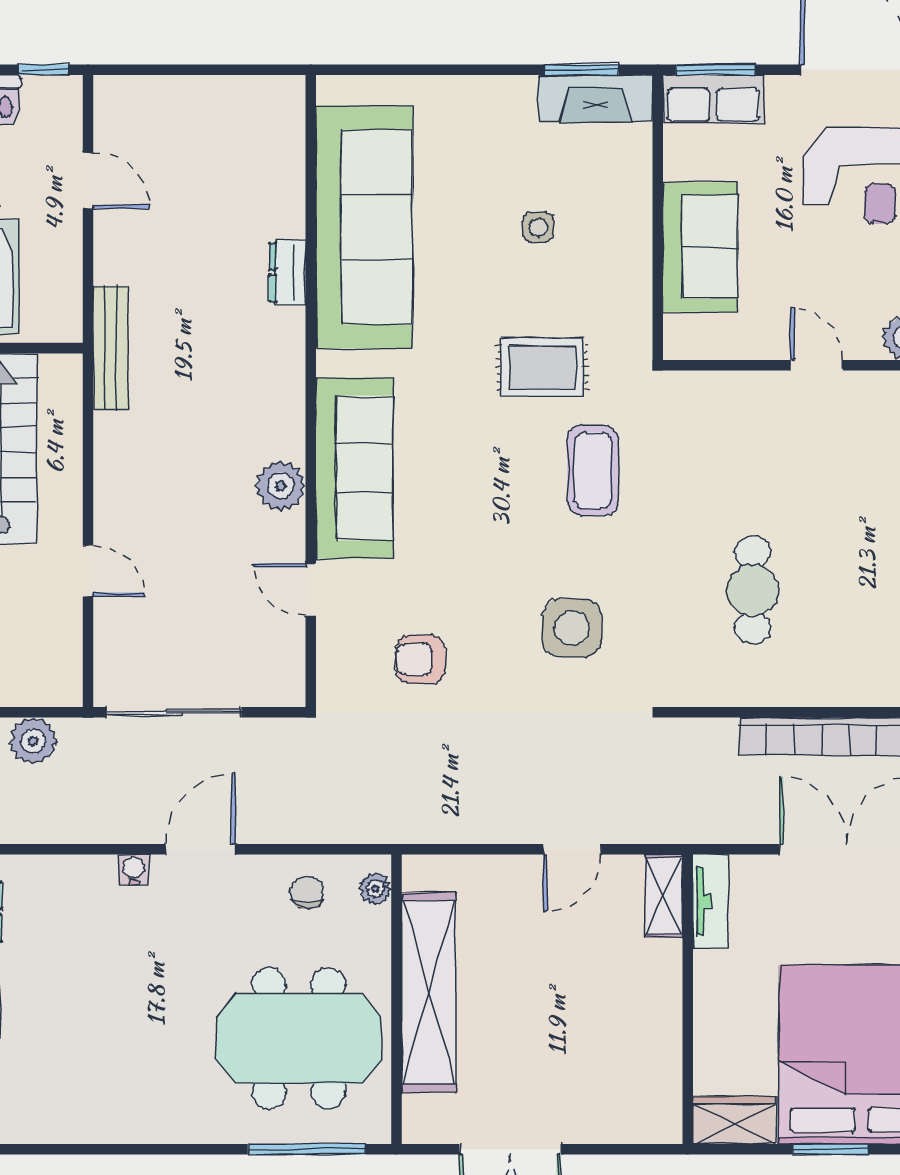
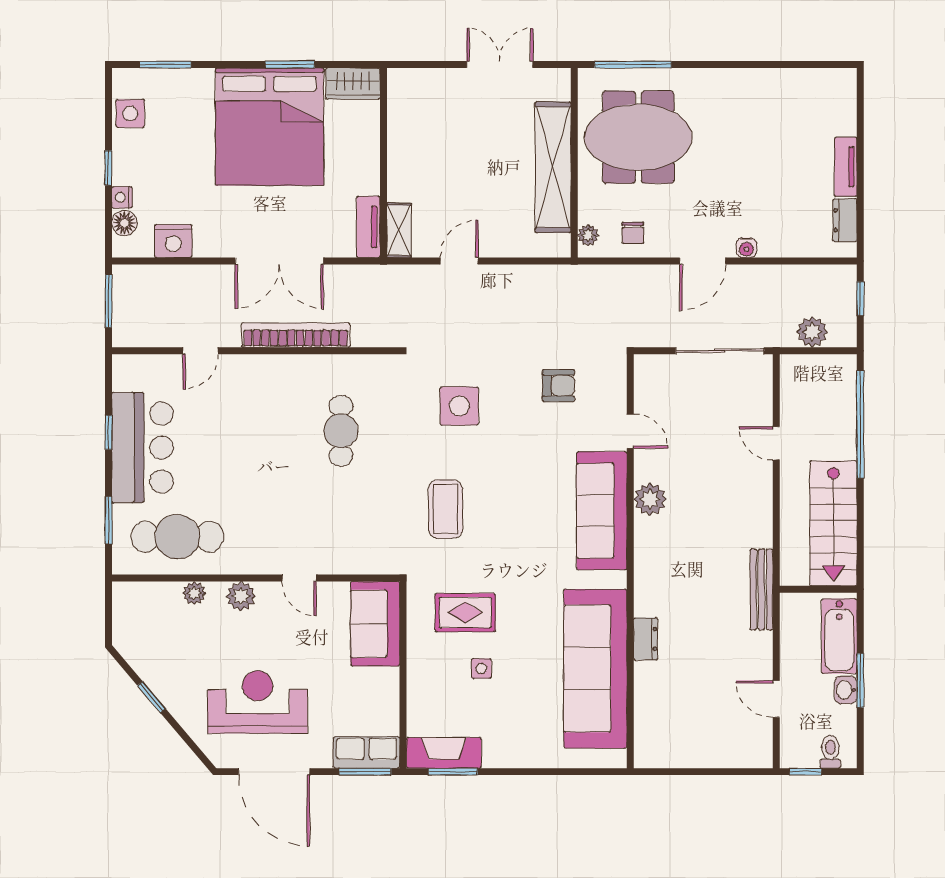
sofa: (700, 247) -> (375, 624), moved
rug: (542, 367) -> (465, 613), moved

